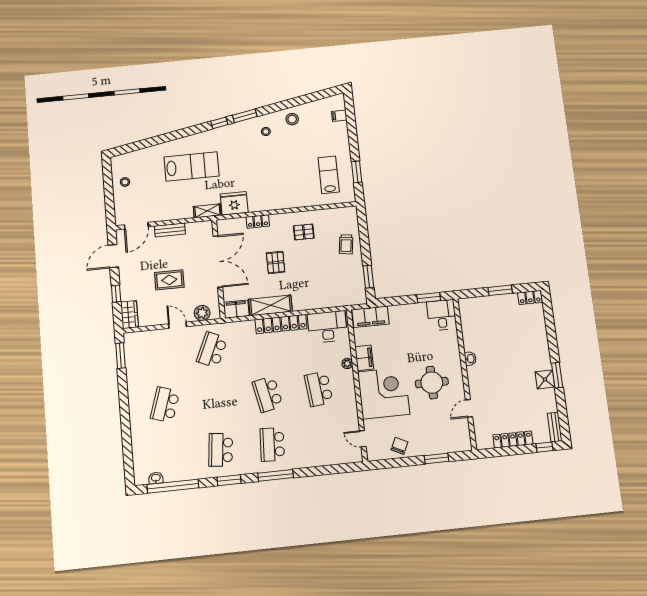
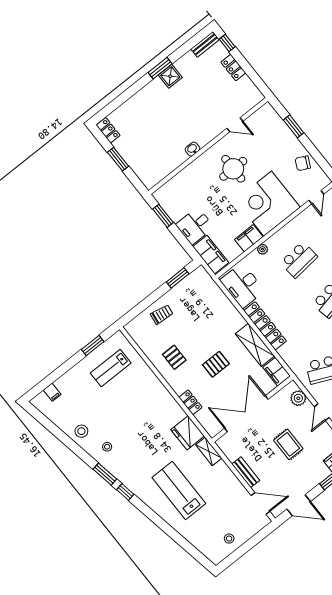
desk: (442, 315) -> (195, 226), moved
locker: (513, 439) -> (233, 67), width x0.66

